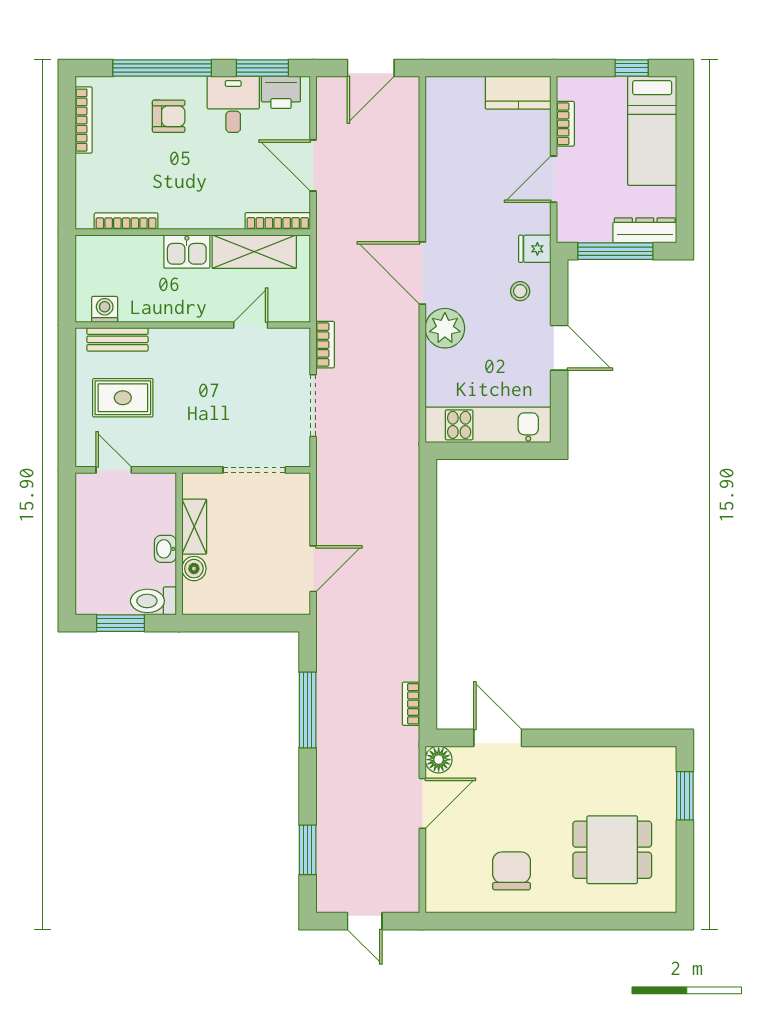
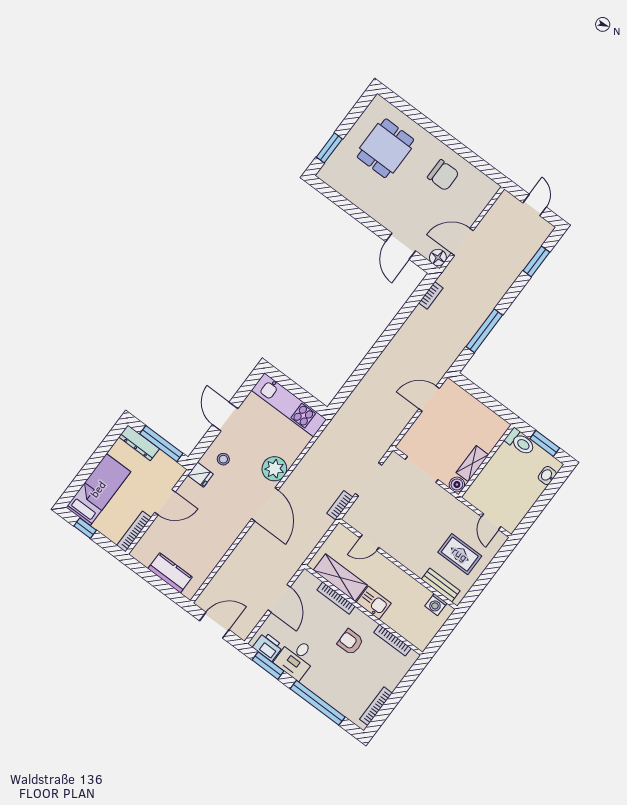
kitchen counter: (518, 93) -> (170, 573), moved
armchair: (169, 116) -> (350, 642), moved
bookcase: (565, 124) -> (134, 531), width x1.56
bookcase: (278, 221) -> (336, 598), moved
washbasin: (165, 549) -> (547, 475), moved, turned 180
boiler: (194, 569) -> (457, 485), moved
dining table: (612, 850) -> (385, 148), turned 90
chair: (512, 871) -> (443, 175), turned -90

